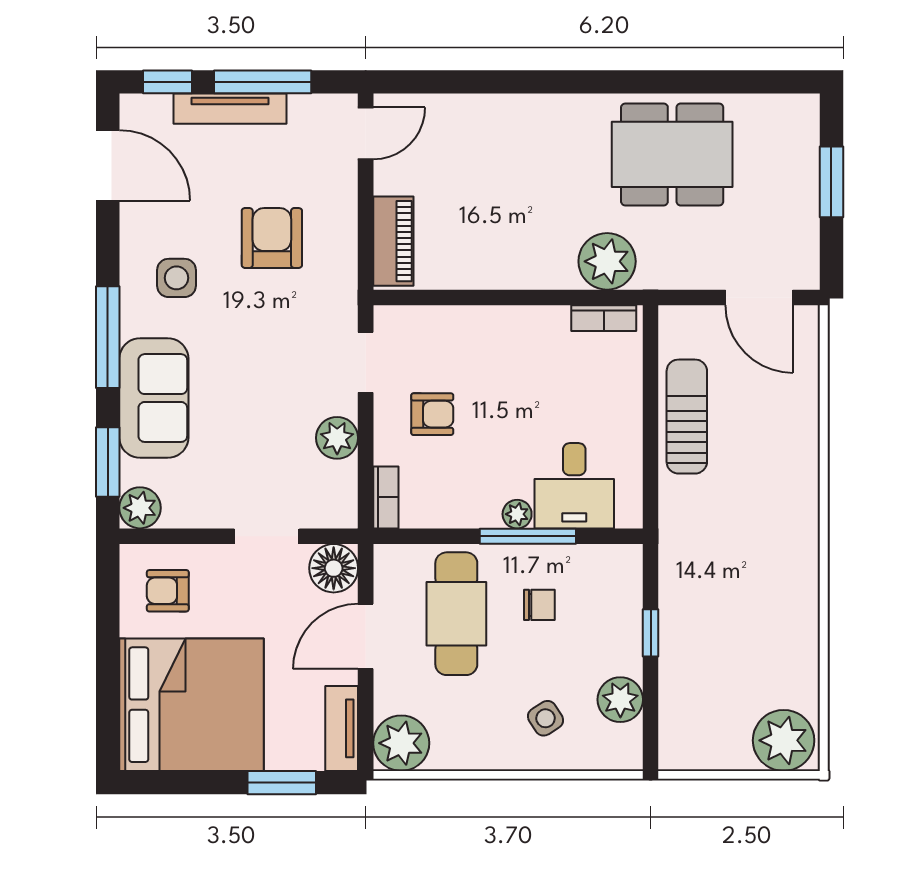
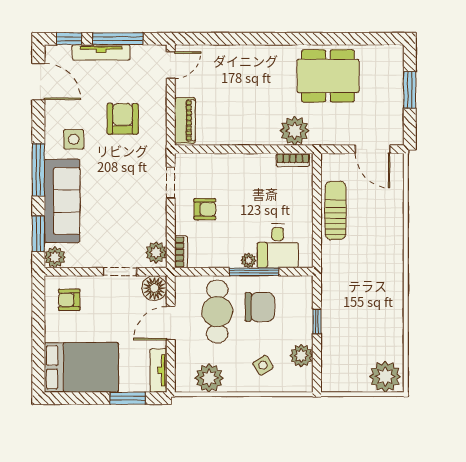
sofa: (154, 398) -> (62, 201), width x1.36
plant: (337, 438) -> (156, 252), moved
chair: (539, 605) -> (260, 307), width x1.87, depth x1.87
bed: (191, 705) -> (81, 367), width x0.73
plant: (401, 743) -> (209, 378), moved

